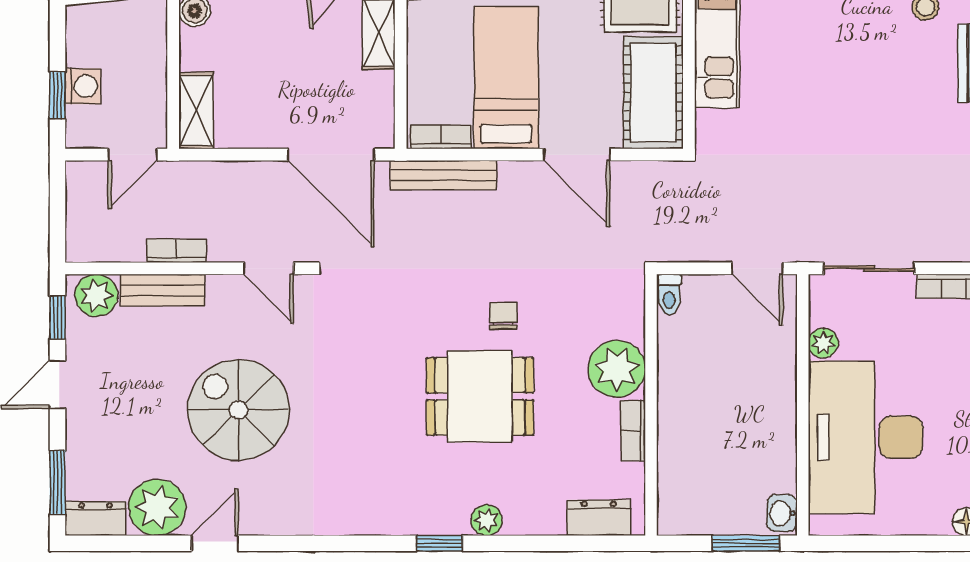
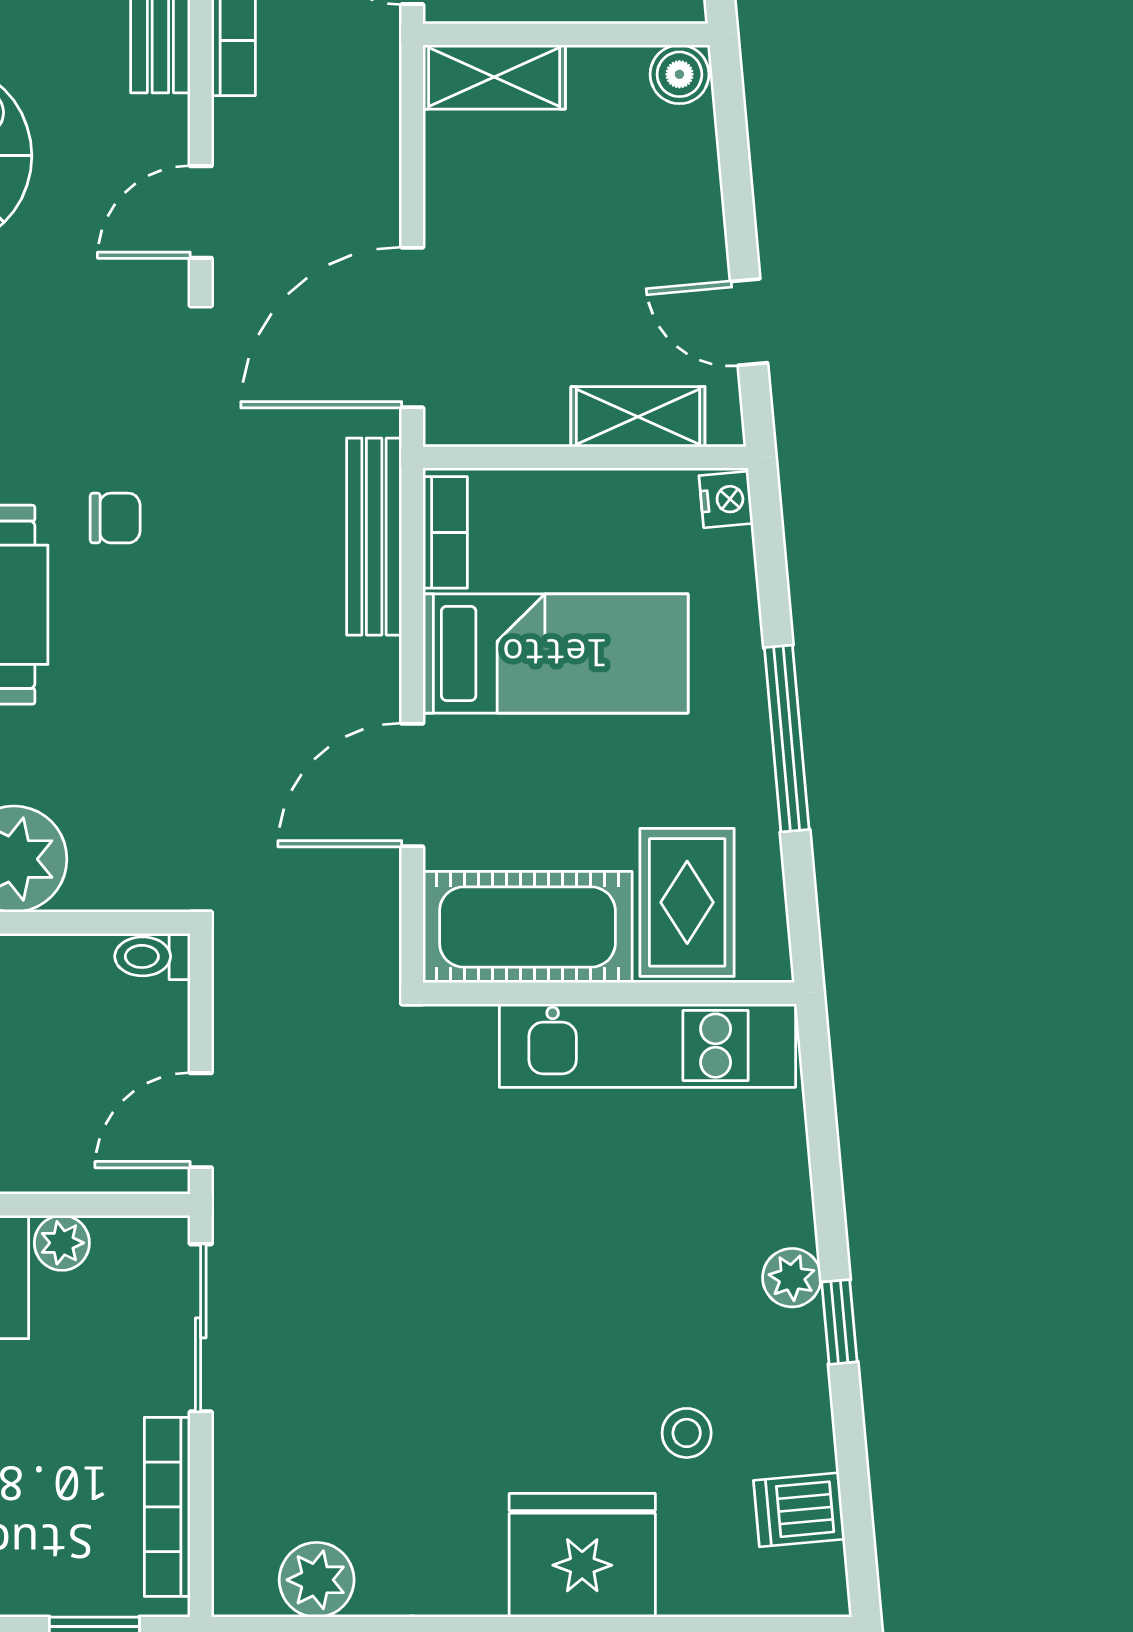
chair: (503, 316) -> (115, 518), moved

